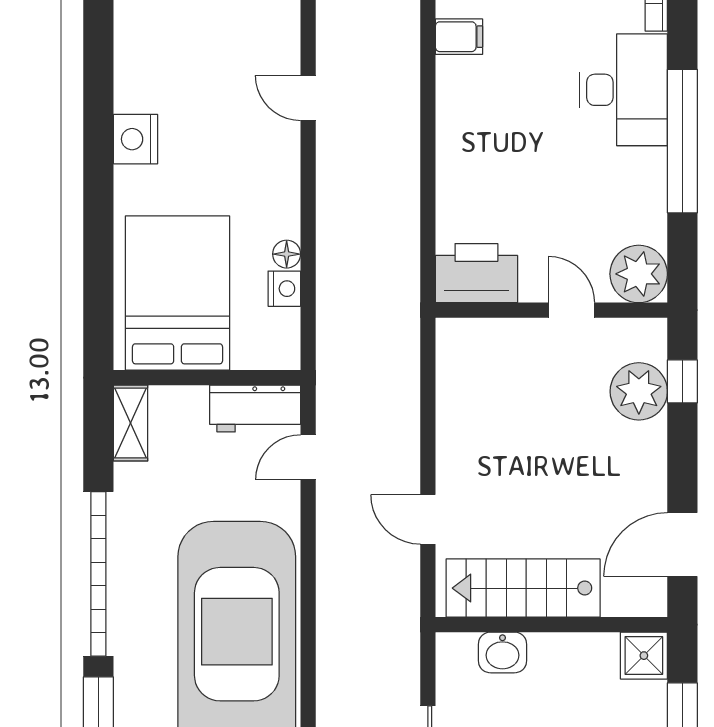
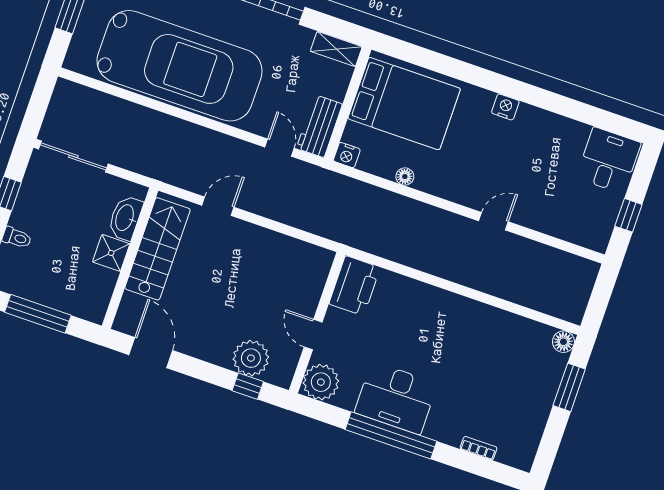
filing cabinet: (459, 37) -> (499, 324), removed
desk: (624, 90) -> (396, 398), moved
nightstand: (136, 139) -> (505, 107), width x0.74, depth x0.75
nightstand: (284, 289) -> (347, 155), moved
door: (571, 310) -> (313, 335), swing flipped
washbasin: (502, 652) -> (125, 218), width x1.38
shower: (644, 656) -> (111, 253), moved

